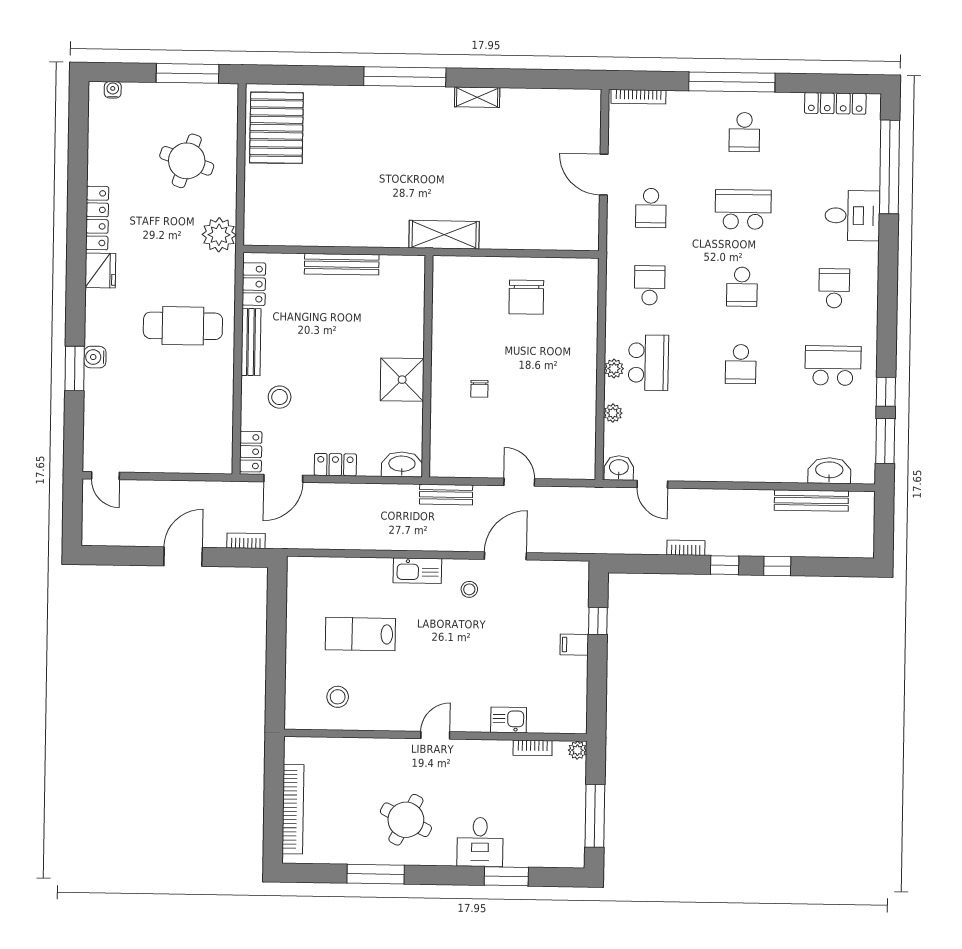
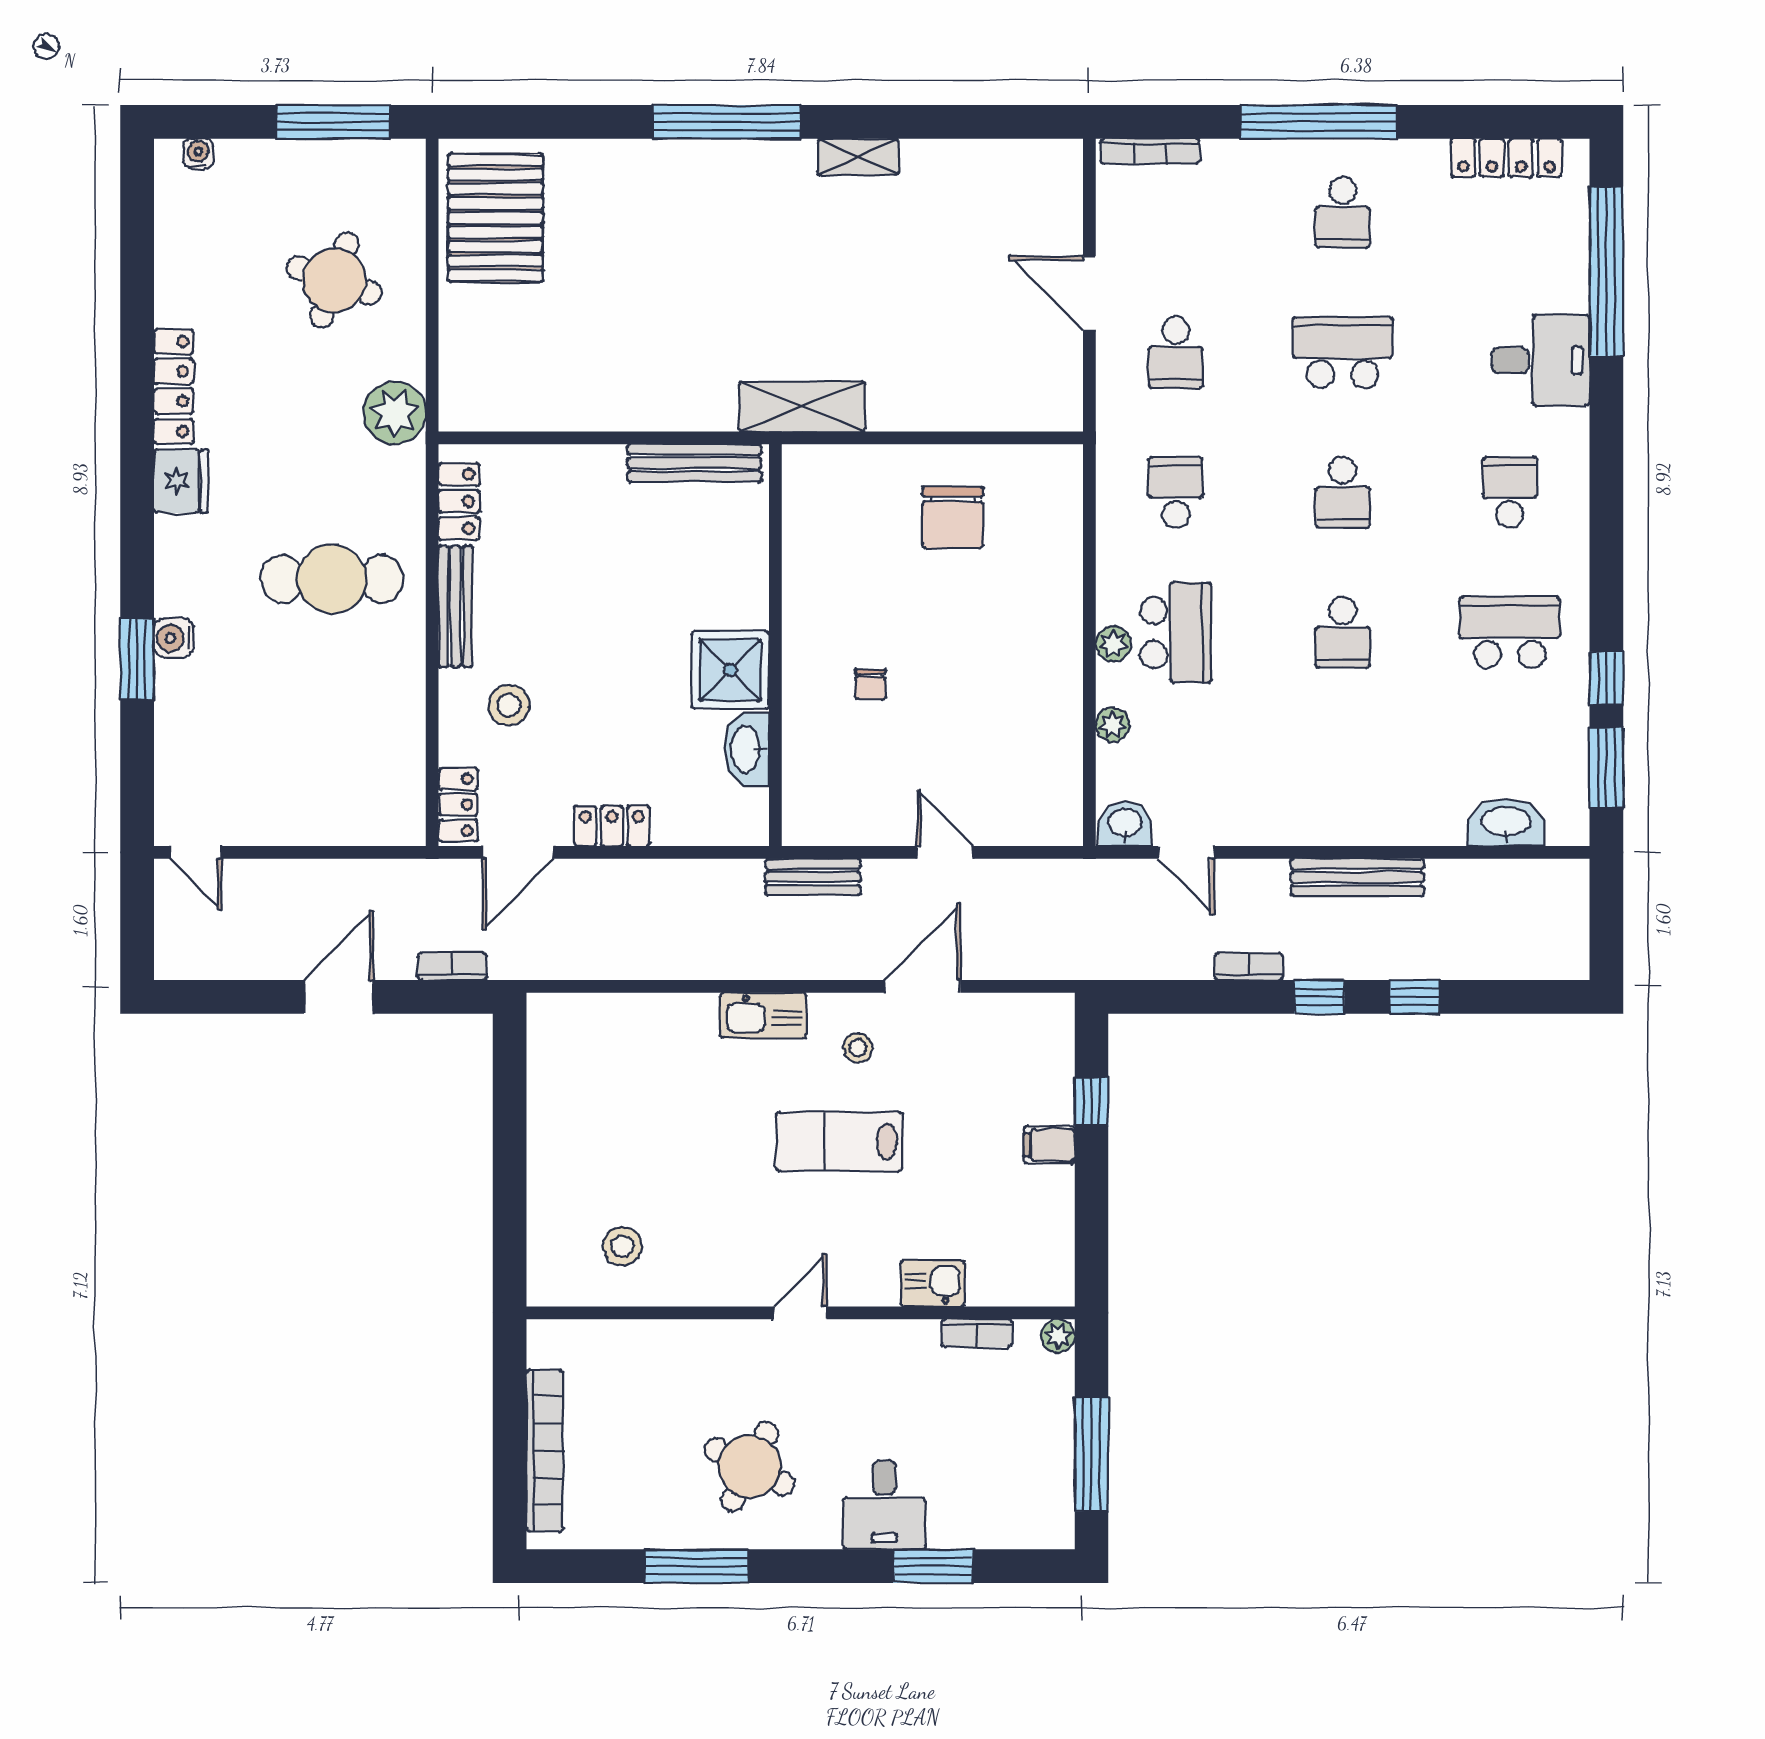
bench: (342, 264) -> (694, 463), moved
washbasin: (402, 464) -> (747, 749), moved, turned -90
bench: (811, 501) -> (1357, 877), moved
lab bench: (360, 634) -> (839, 1142), moved

